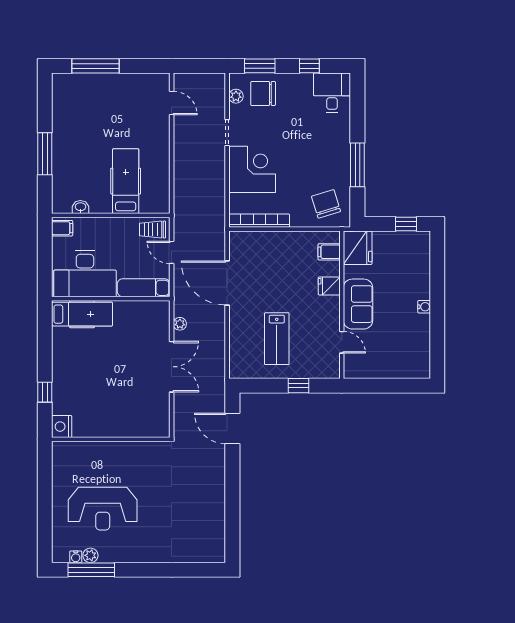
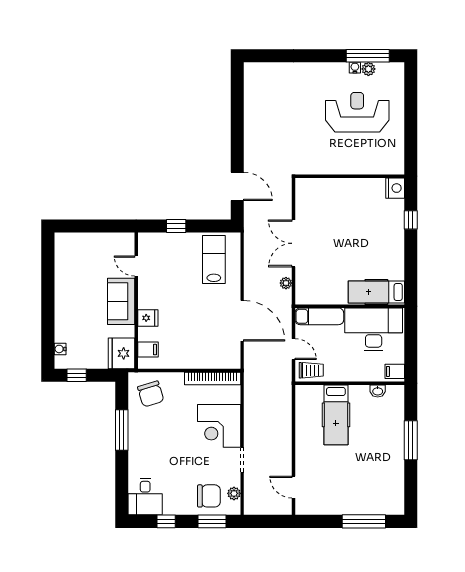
water cooler: (424, 307) -> (60, 349), moved
lab bench: (277, 339) -> (214, 259), moved
water cooler: (76, 557) -> (355, 68), moved

